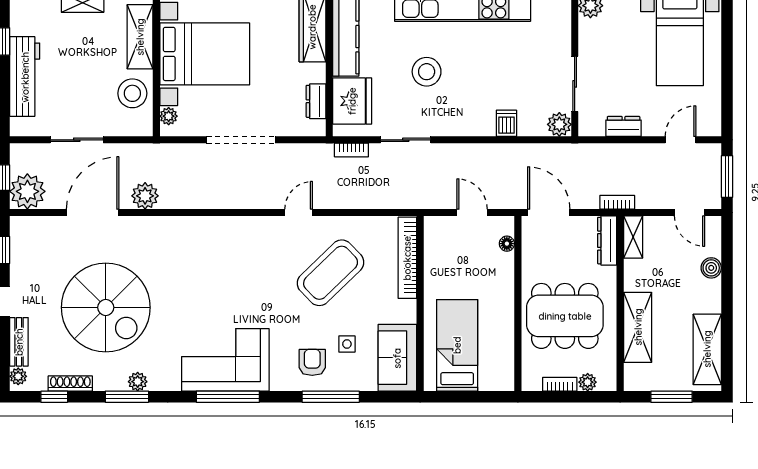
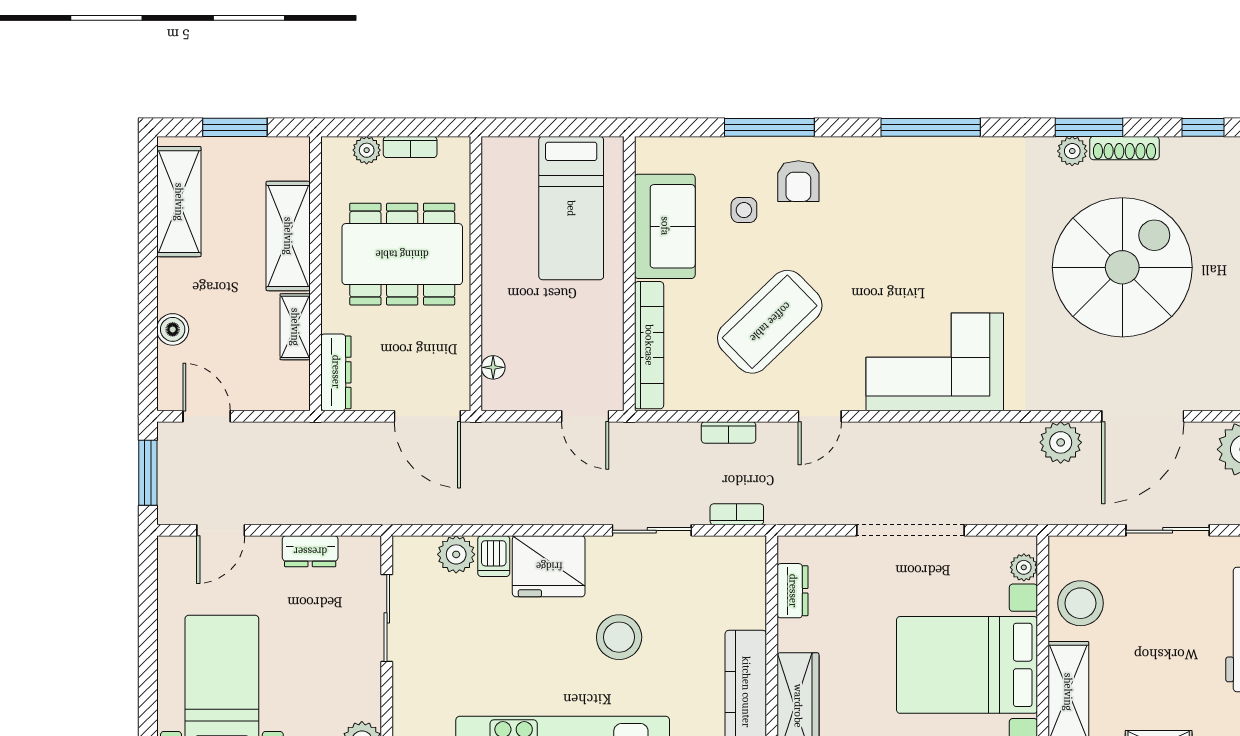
fridge: (352, 101) -> (549, 566), moved, turned -90
plant: (559, 124) -> (456, 554), moved
bookcase: (617, 202) -> (728, 432), moved
door: (472, 213) -> (585, 416), moved
shelving: (633, 237) -> (295, 327), moved
spiral stairs: (106, 307) -> (1122, 267), turned 90
sofa: (397, 358) -> (665, 226), moved
corner sofa: (225, 360) -> (935, 362), moved, turned 180
shoe rack: (70, 383) -> (1124, 148), moved

